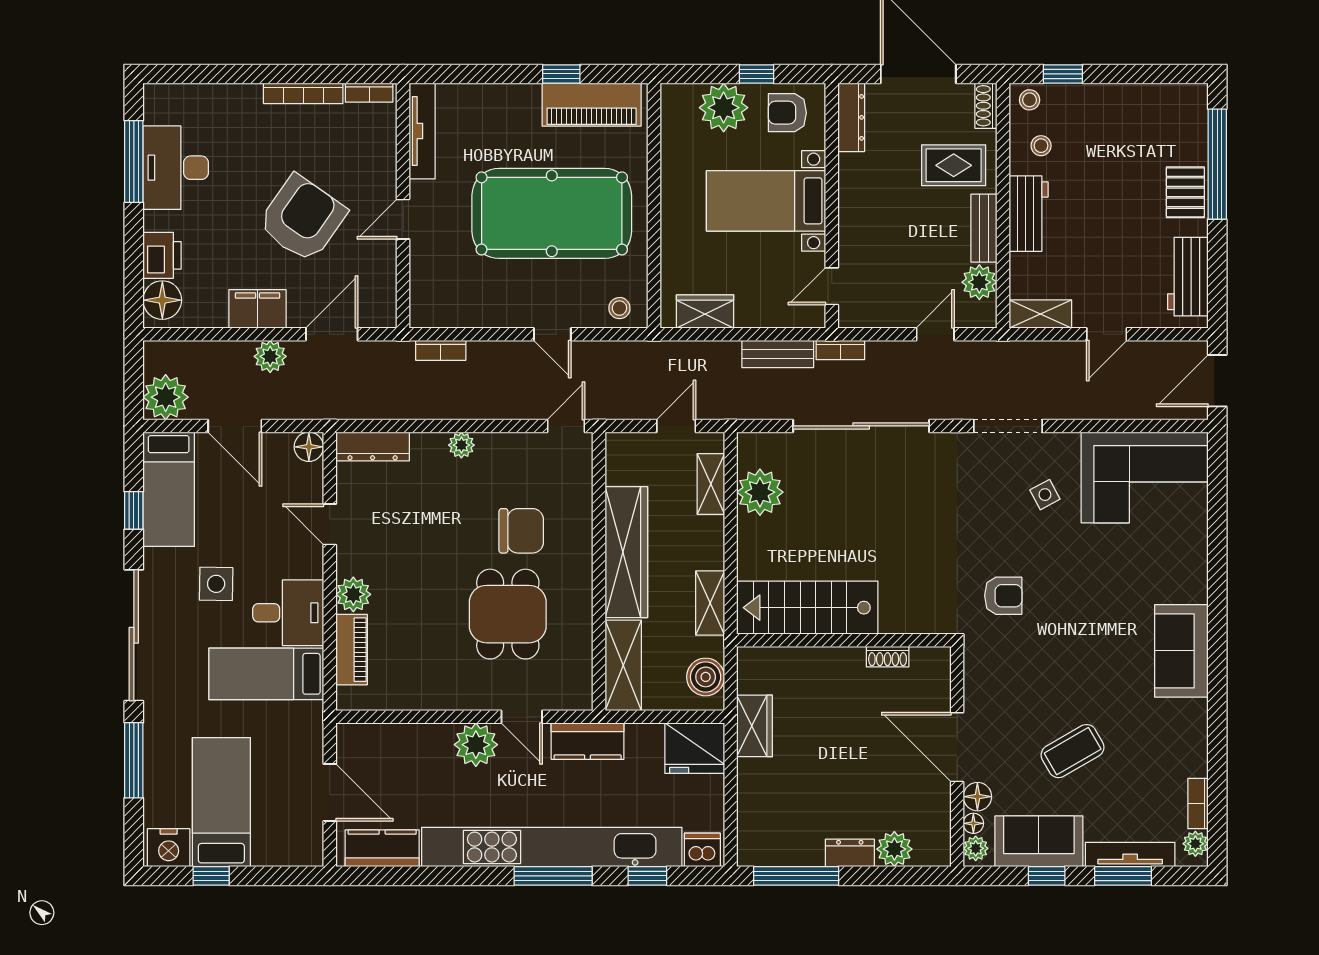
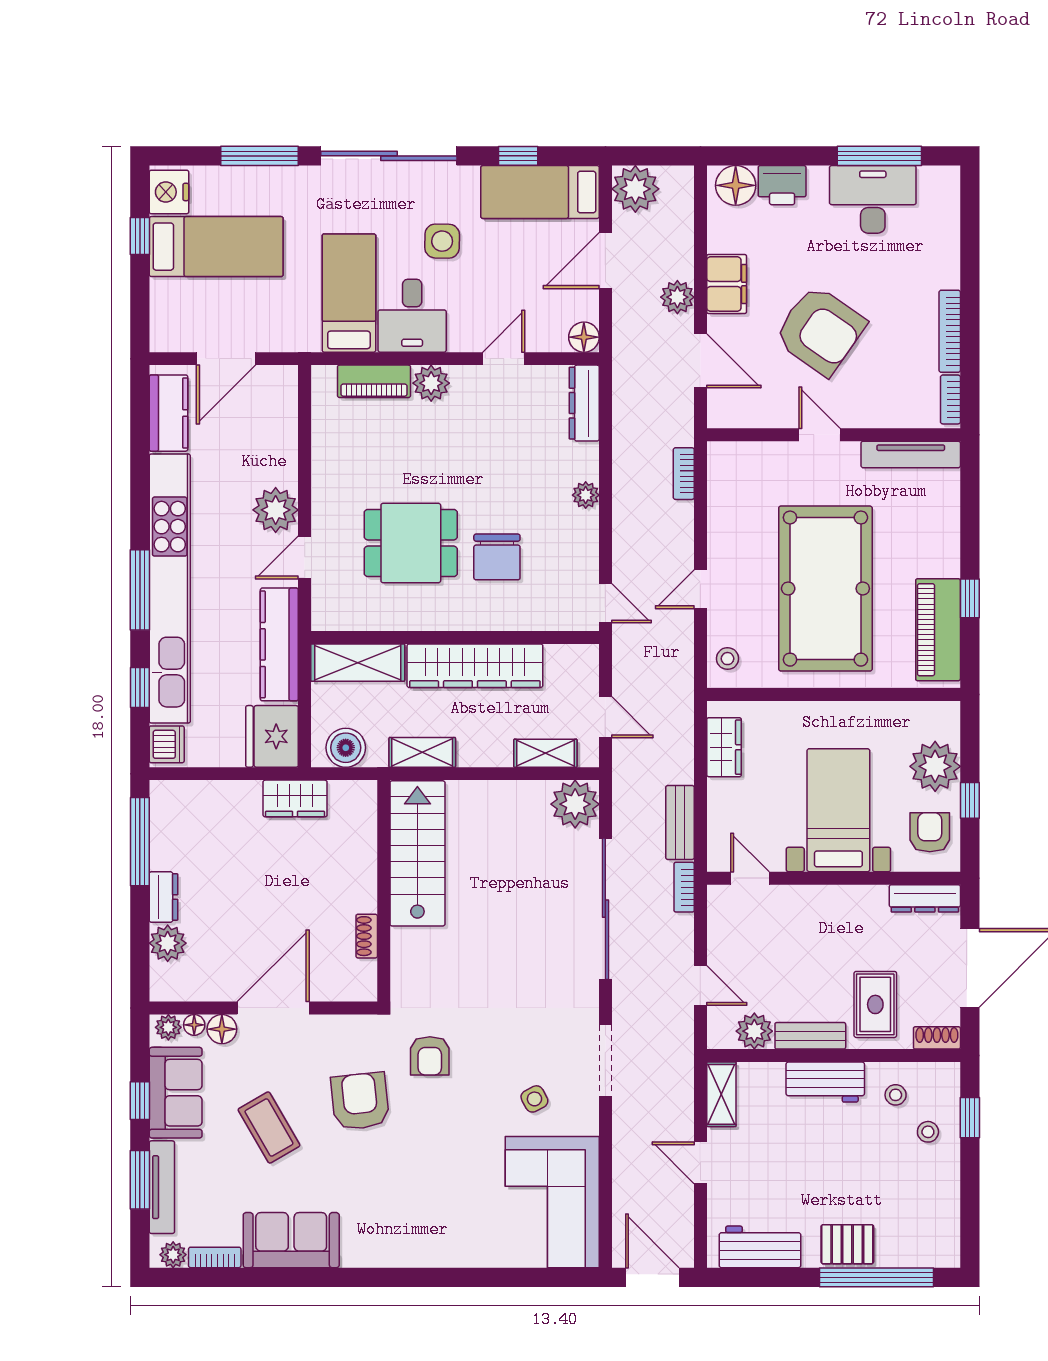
stool: (1030, 100) -> (928, 1132), moved
plant: (760, 492) -> (575, 804), moved
sofa: (1181, 651) -> (291, 1240), moved
armchair: (1047, 663) -> (360, 1101), added
kitchen counter: (588, 741) -> (279, 644), width x1.50

